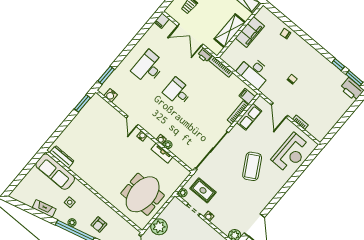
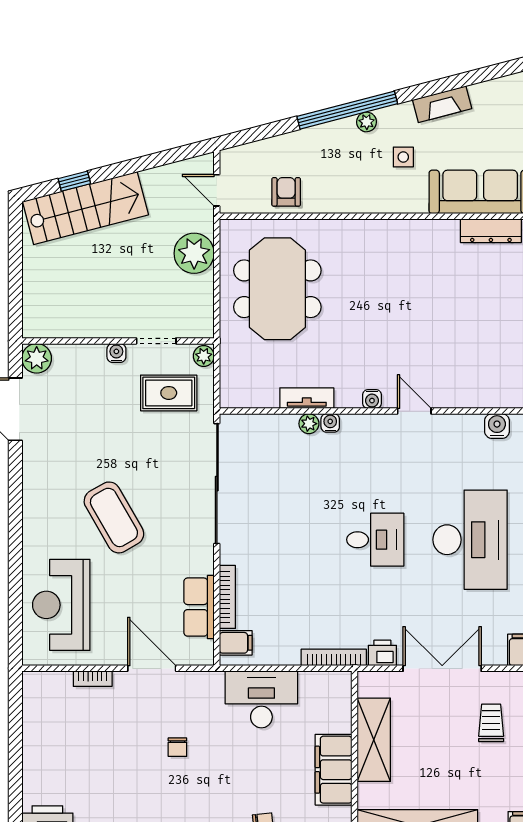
desk: (148, 67) -> (470, 540), width x1.36, depth x1.30
armchair: (99, 225) -> (286, 192), moved

